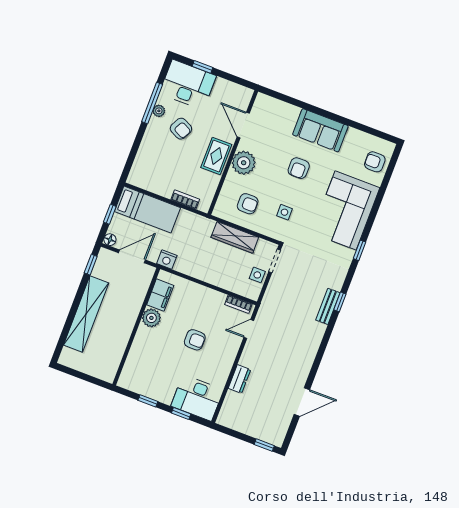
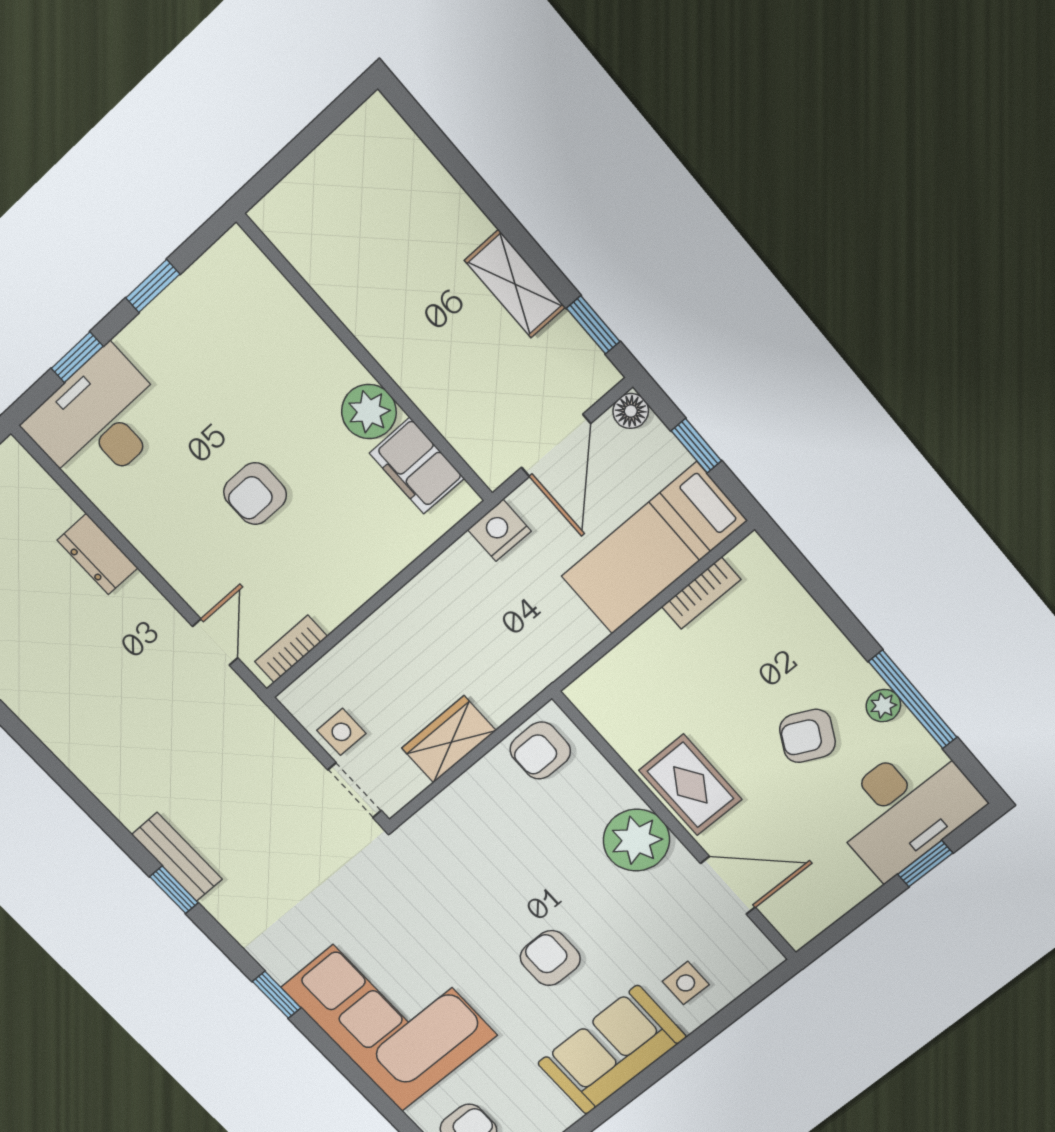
bookcase: (185, 199) -> (701, 593), moved
armchair: (248, 204) -> (540, 750), moved
side table: (284, 212) -> (686, 983), moved
wardrobe: (235, 237) -> (449, 739), width x0.67
shelving: (86, 314) -> (515, 284), width x0.45, depth x0.75

